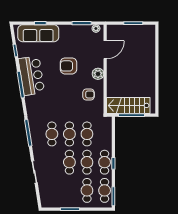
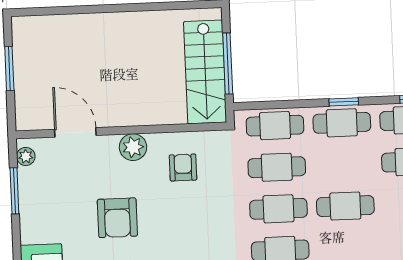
cafe table: (87, 162) -> (275, 126), moved

